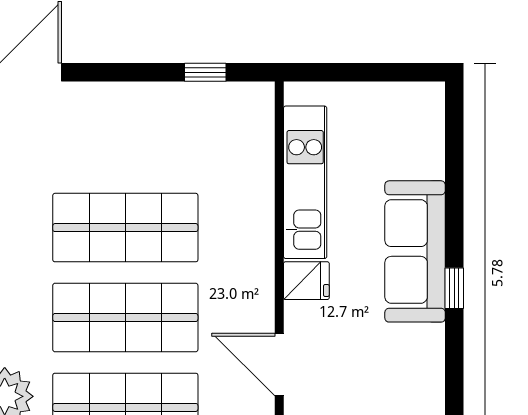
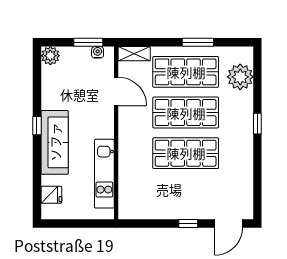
window: (205, 72) -> (188, 223), moved
fridge: (306, 281) -> (51, 195), moved, turned 180

